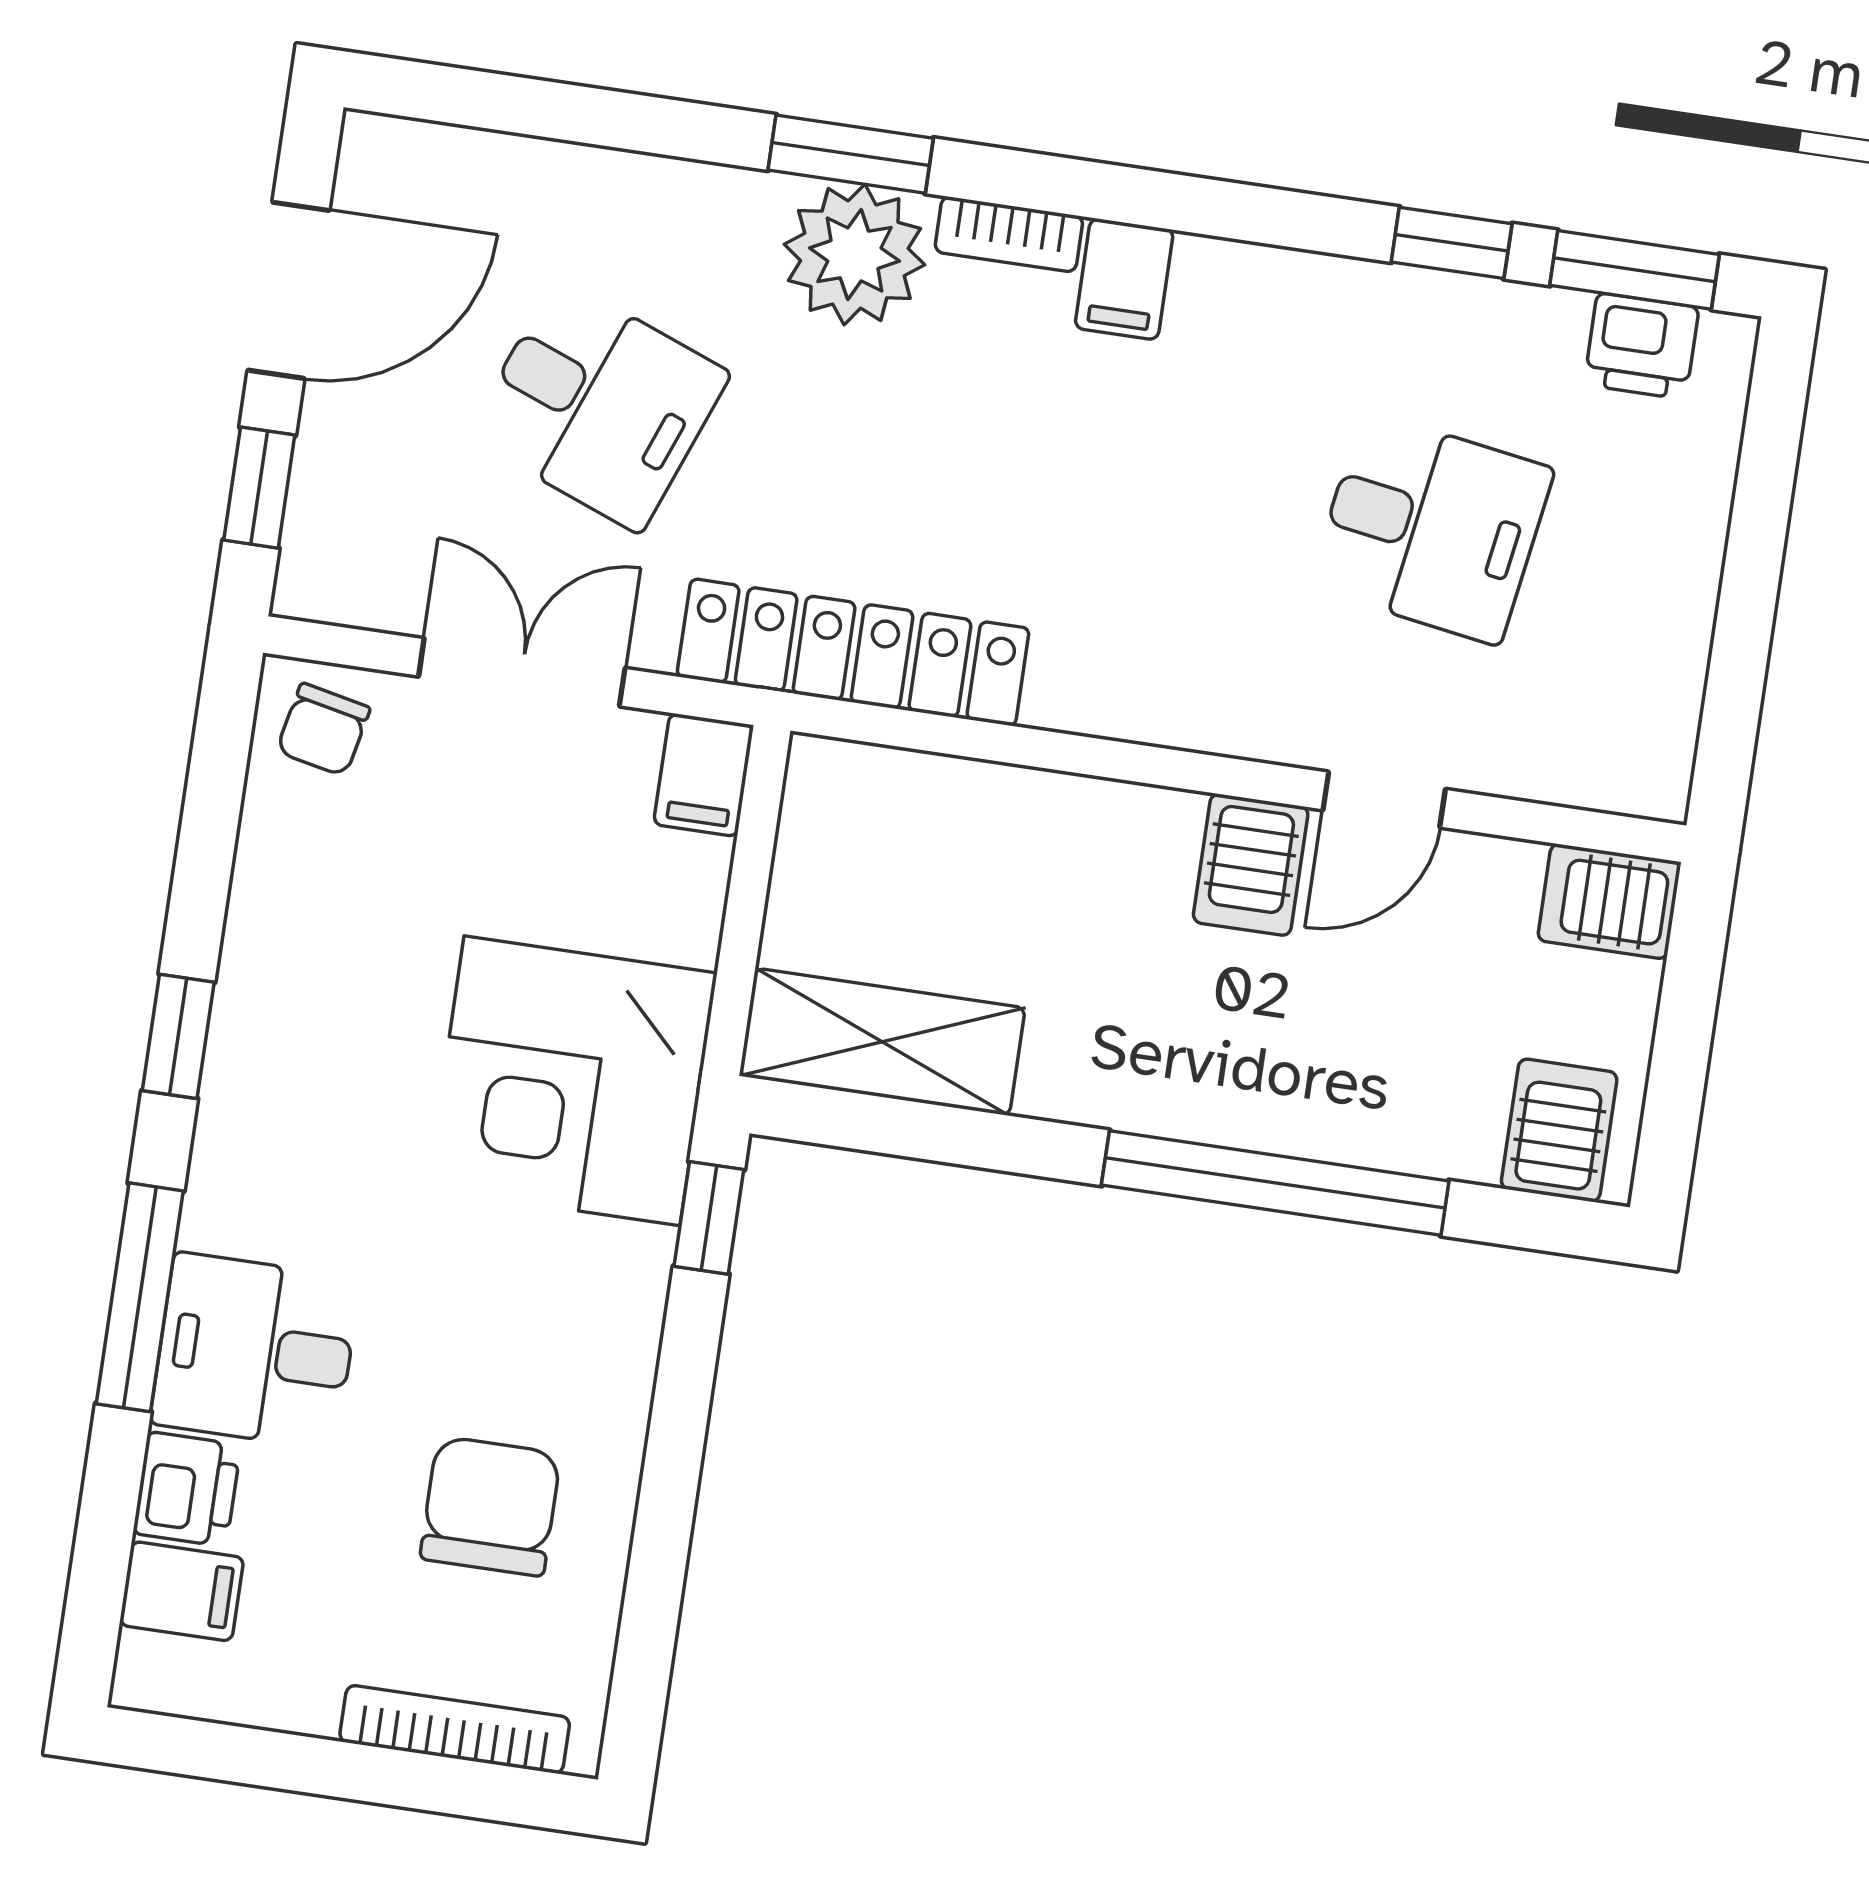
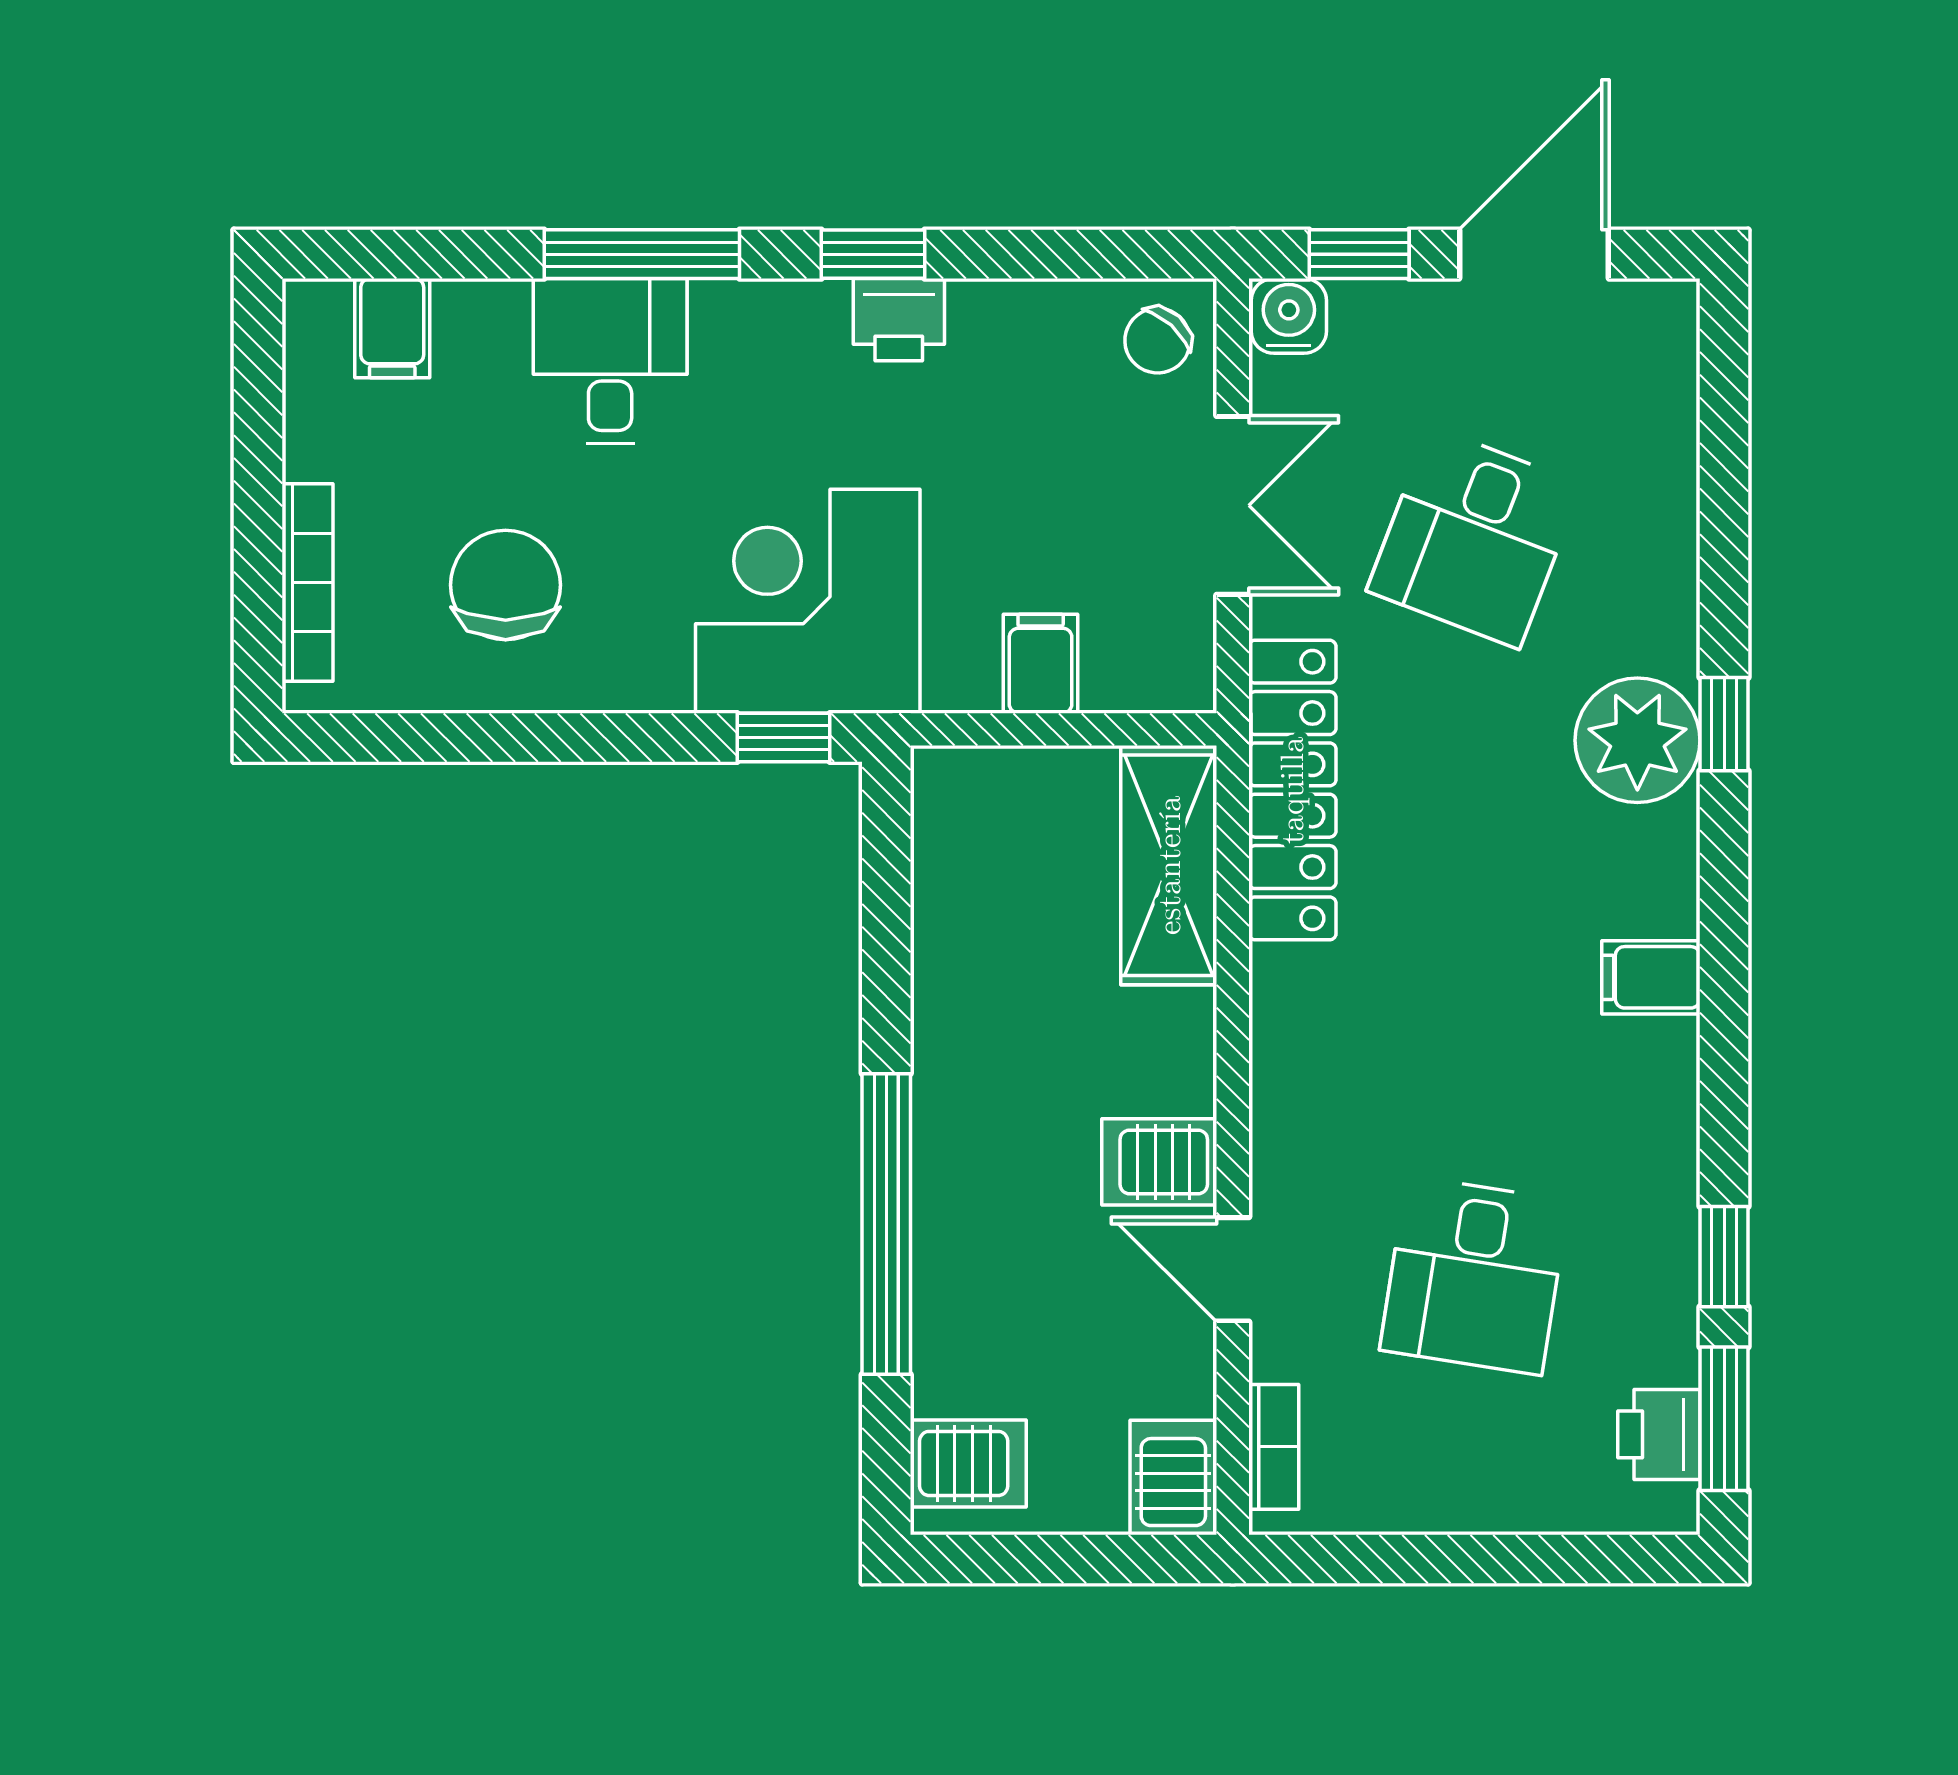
window: (851, 154) -> (1724, 724), width x0.67
bookcase: (1009, 234) -> (1274, 1447), moved, turned 180
door: (288, 290) -> (1534, 254), swing flipped
water cooler: (317, 577) -> (1289, 316), added
chair: (323, 730) -> (1158, 341), turned -60
filing cabinet: (704, 775) -> (1041, 664), moved, turned 90
shelving: (882, 1042) -> (1169, 865), moved
corner desk: (572, 1081) -> (808, 601), moved
printer: (187, 1489) -> (899, 320), moved
chair: (490, 1506) -> (506, 585), turned -90

